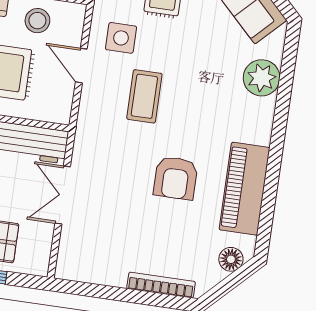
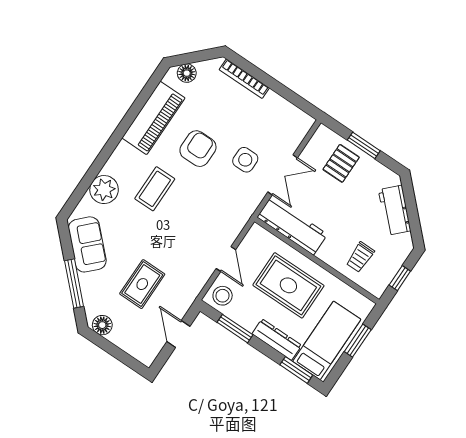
stool: (37, 21) -> (223, 296), moved
side table: (121, 38) -> (245, 160), moved
coffee table: (144, 96) -> (155, 189), moved

